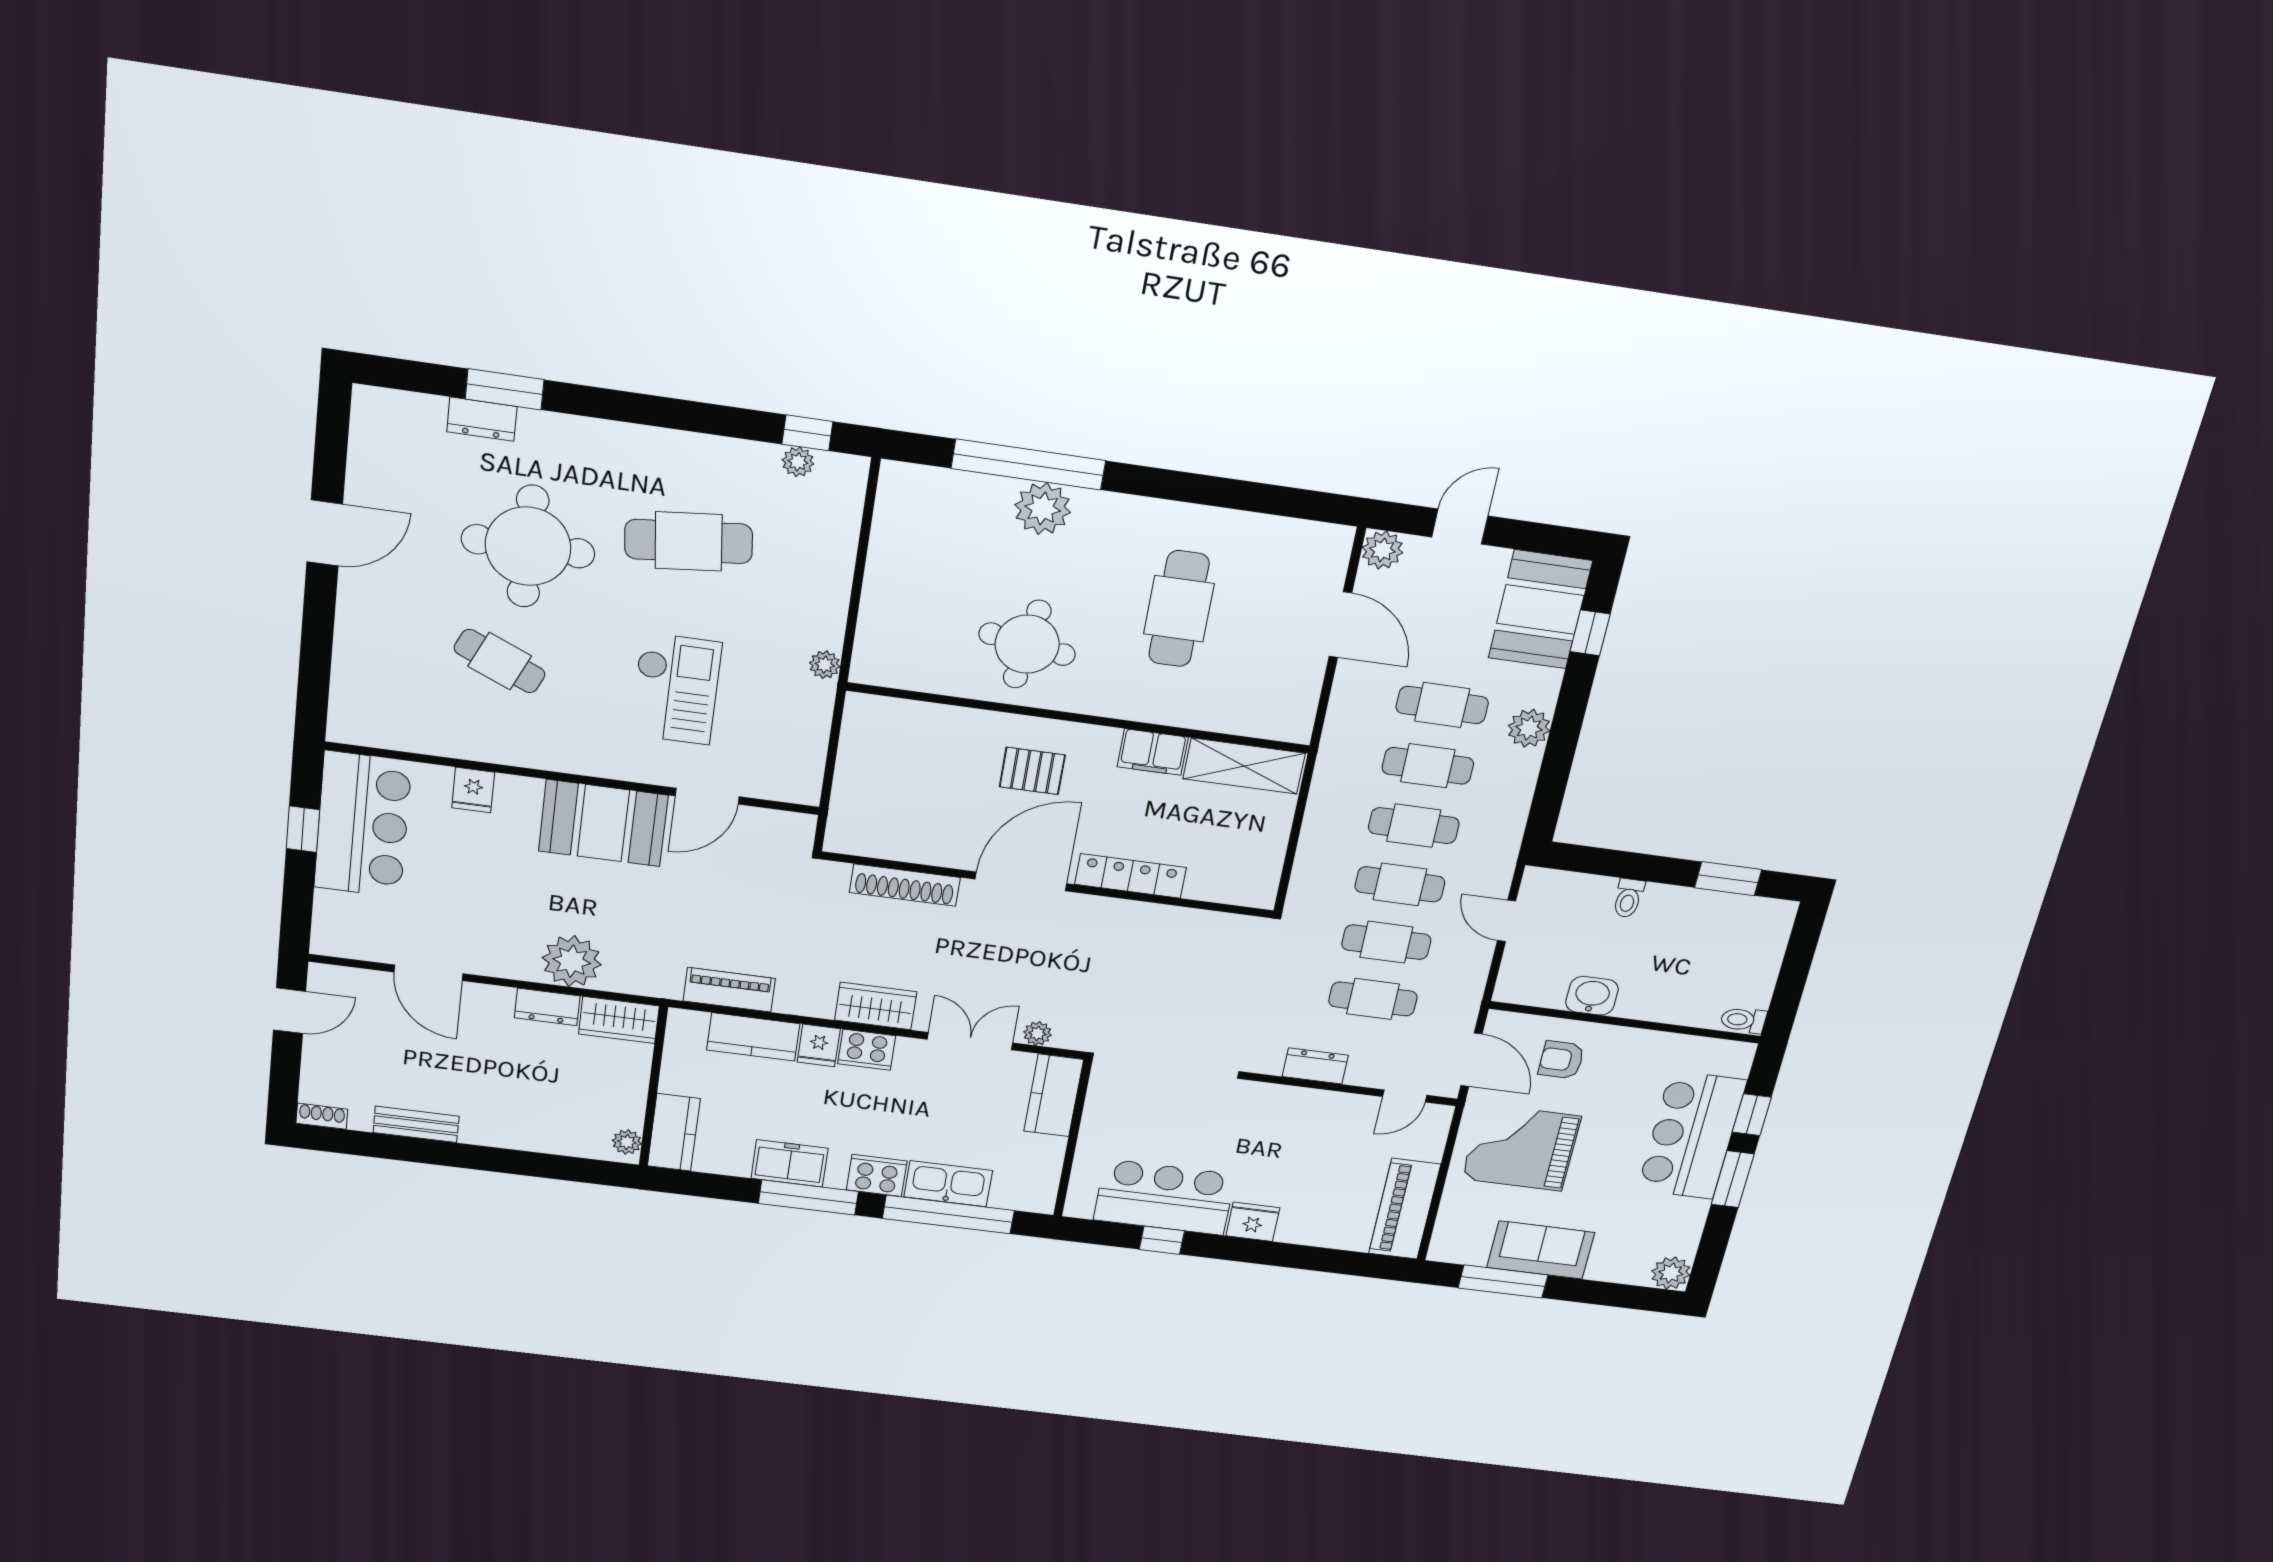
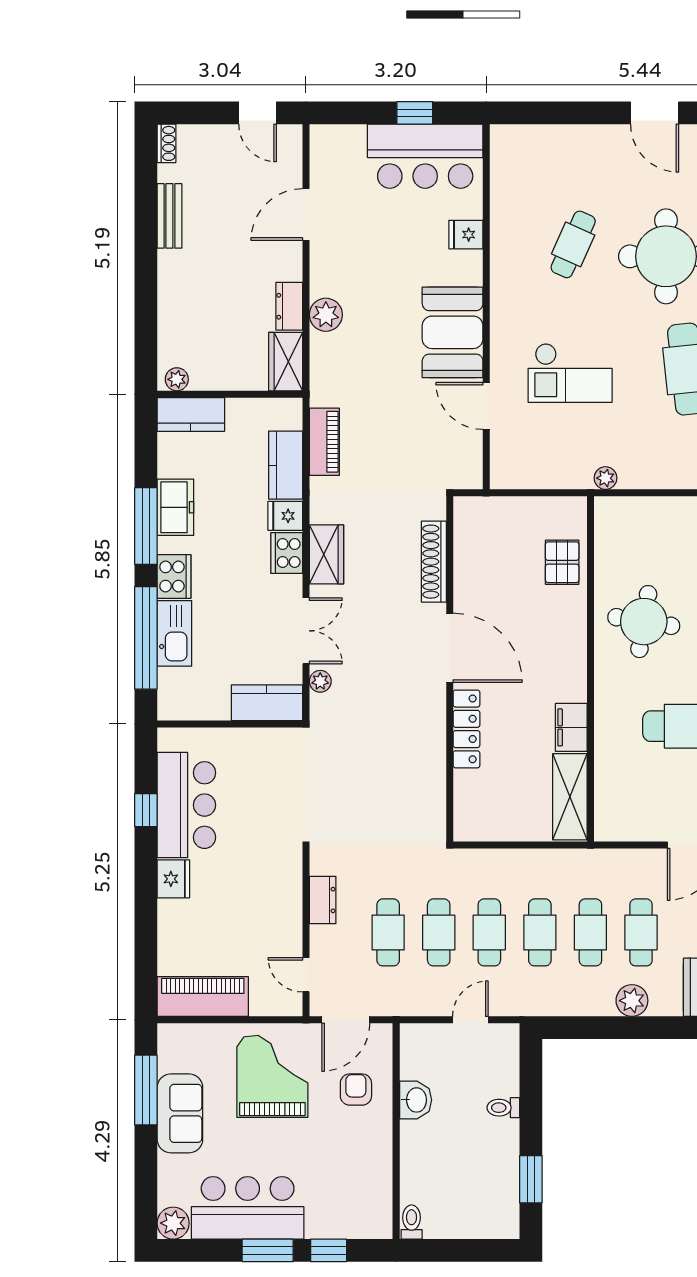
pallet: (1032, 771) -> (562, 562), moved
plant: (572, 961) -> (326, 315), width x0.73, depth x0.73
bar counter: (1692, 1135) -> (248, 1208), moved

